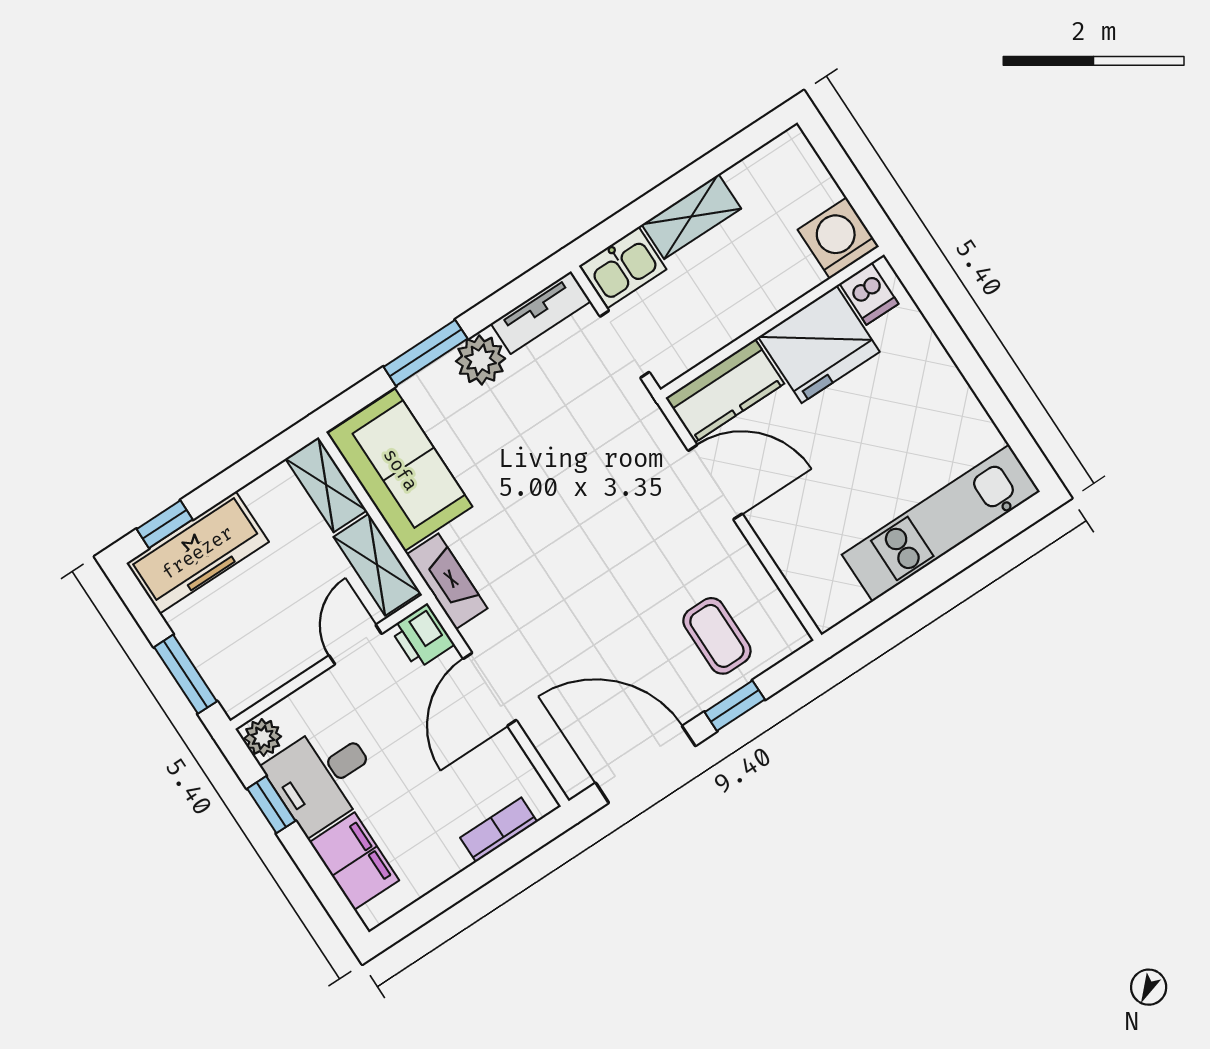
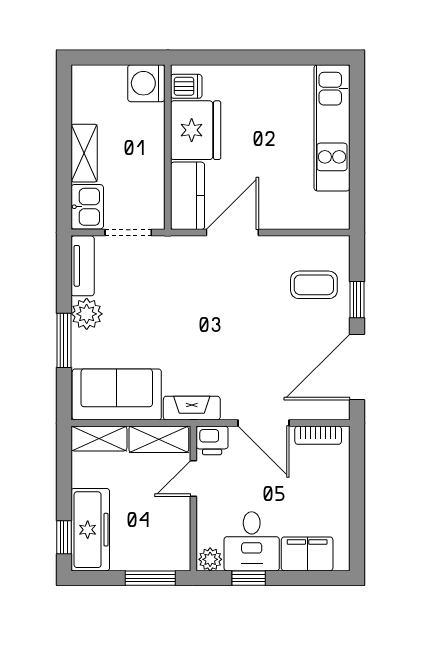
door: (355, 645) -> (193, 478), hinge flipped
bookcase: (499, 830) -> (318, 435), moved, turned -90

